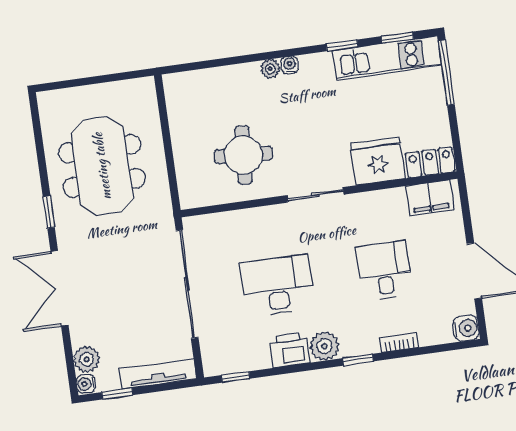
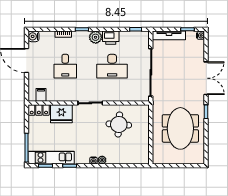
filing cabinet: (430, 198) -> (41, 95), width x0.50
plant: (87, 359) -> (199, 46), removed

